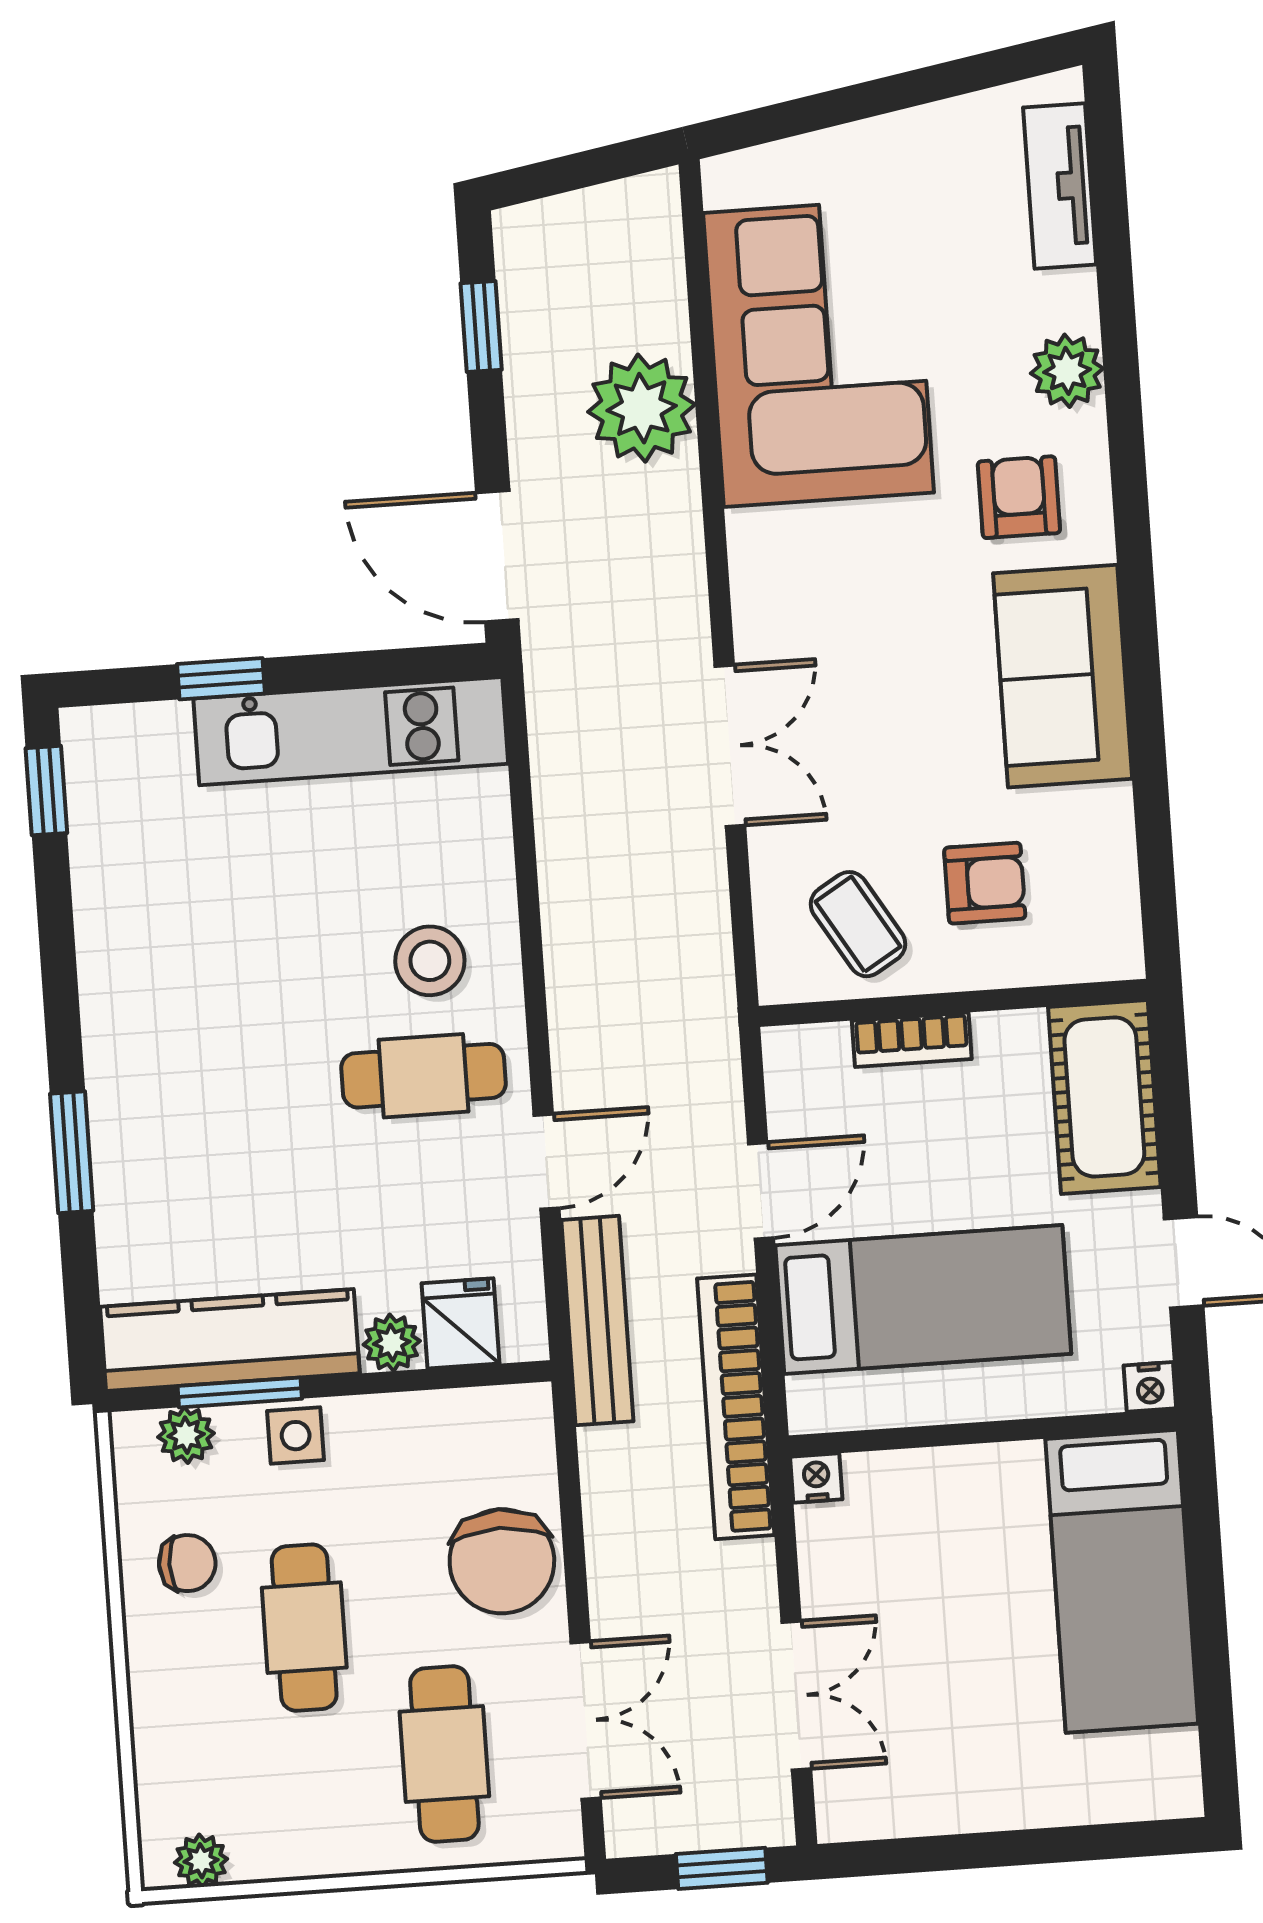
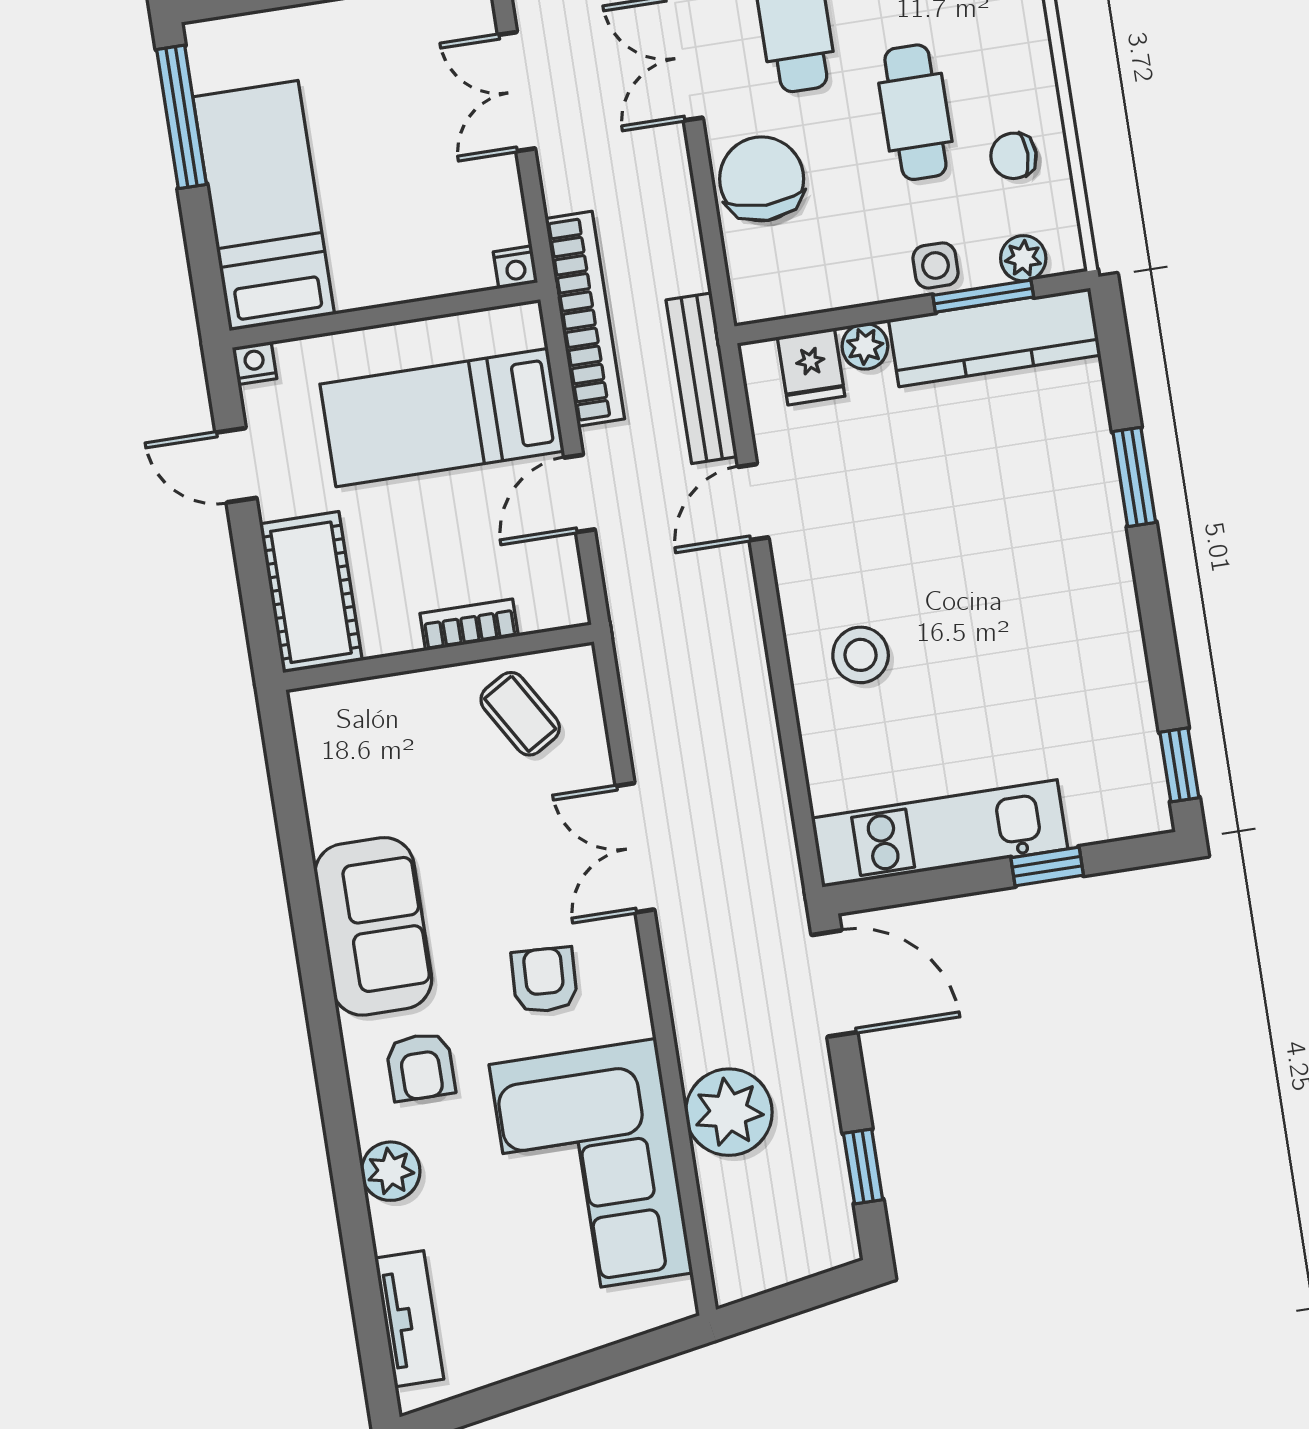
armchair: (985, 883) -> (544, 980), moved, turned 93
cafe table: (423, 1076) -> (858, 562), removed
window: (1214, 1700) -> (182, 117), added

